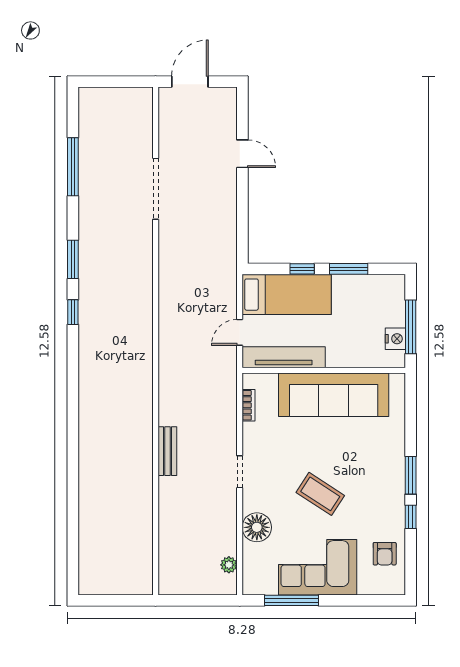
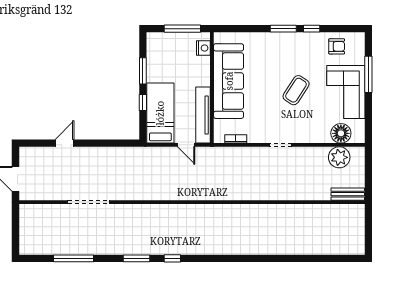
nightstand: (395, 339) -> (203, 48), moved, turned 90
bench: (167, 451) -> (348, 194), moved
floor lamp: (257, 527) -> (341, 133), moved
plant: (229, 565) -> (339, 157), width x1.88, depth x1.88
window: (292, 600) -> (368, 74), moved

